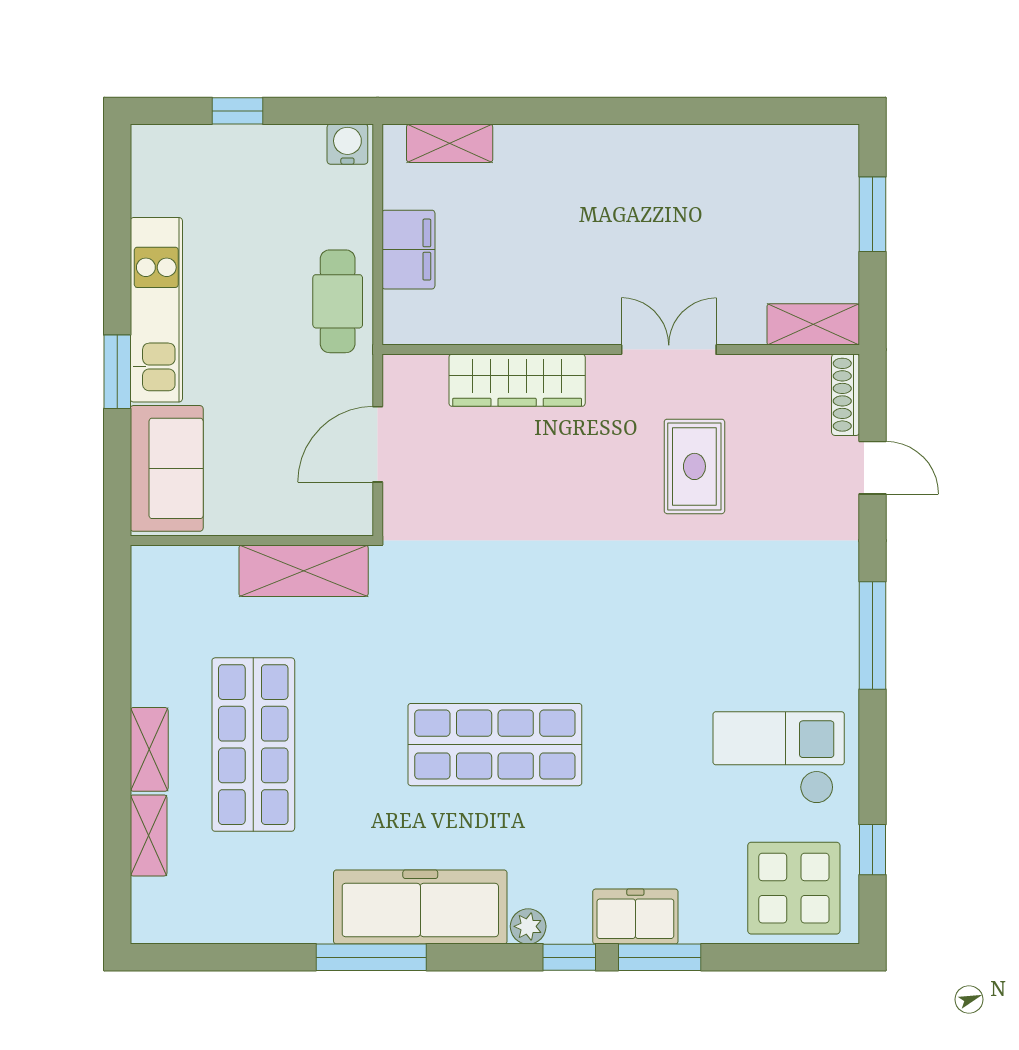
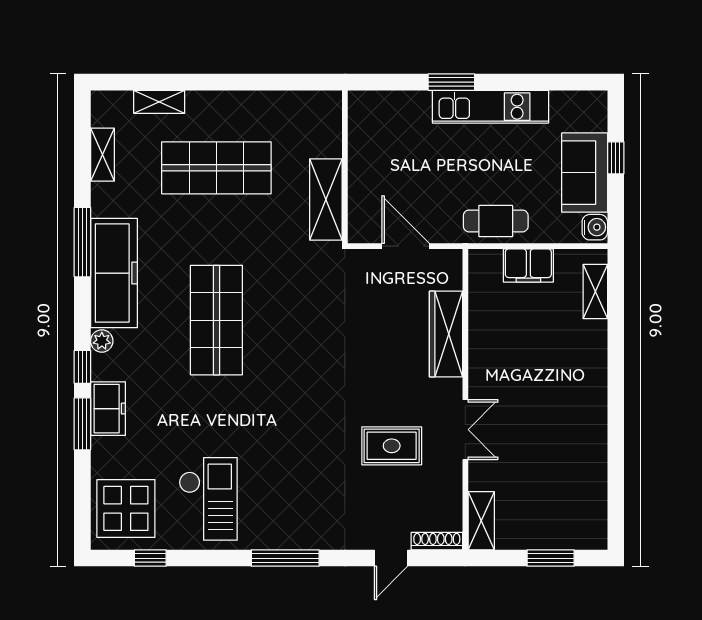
sofa: (167, 468) -> (585, 173), moved, turned 90
shelving: (149, 749) -> (102, 155), moved, turned 90

